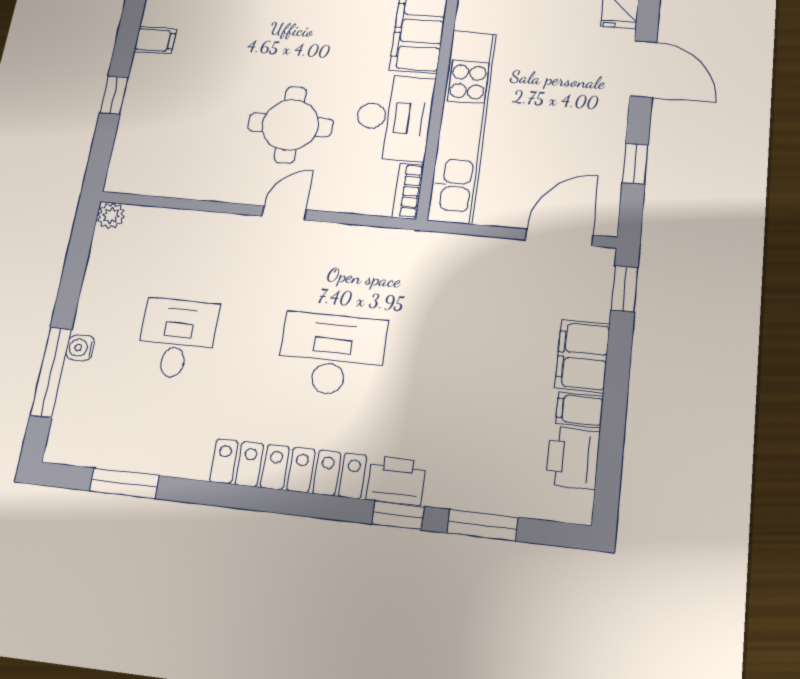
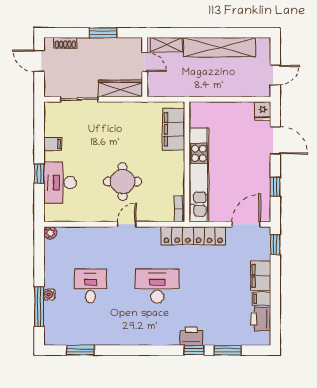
desk: (394, 117) -> (60, 183), moved, turned 180
locker: (288, 469) -> (193, 236), moved, turned 180

